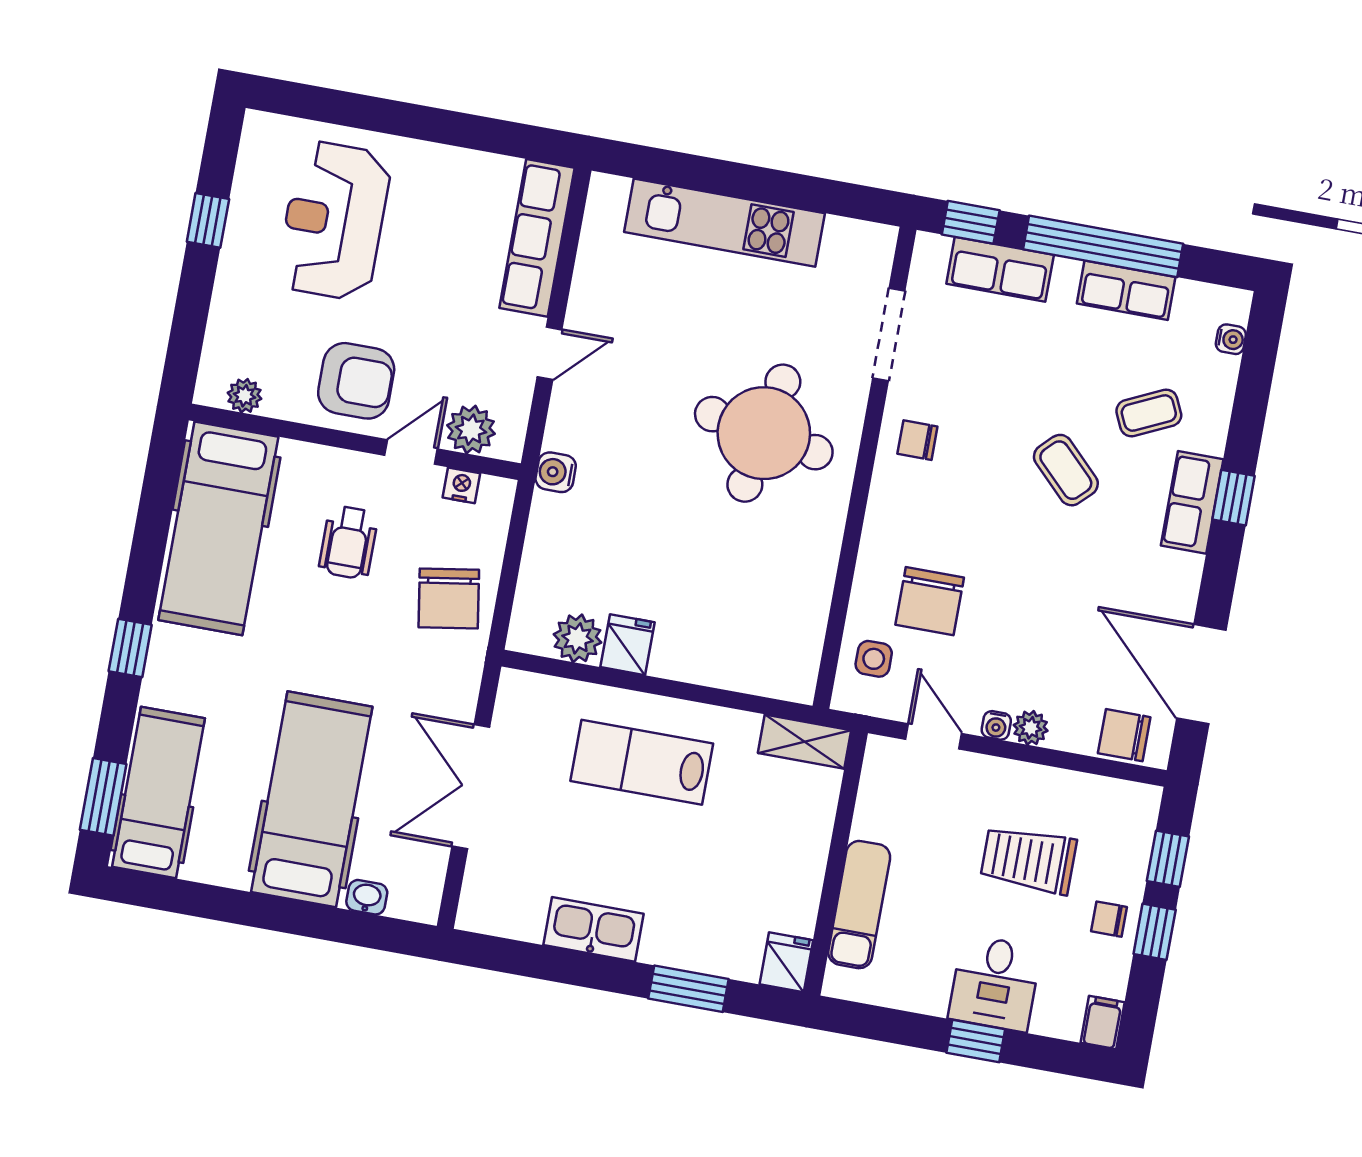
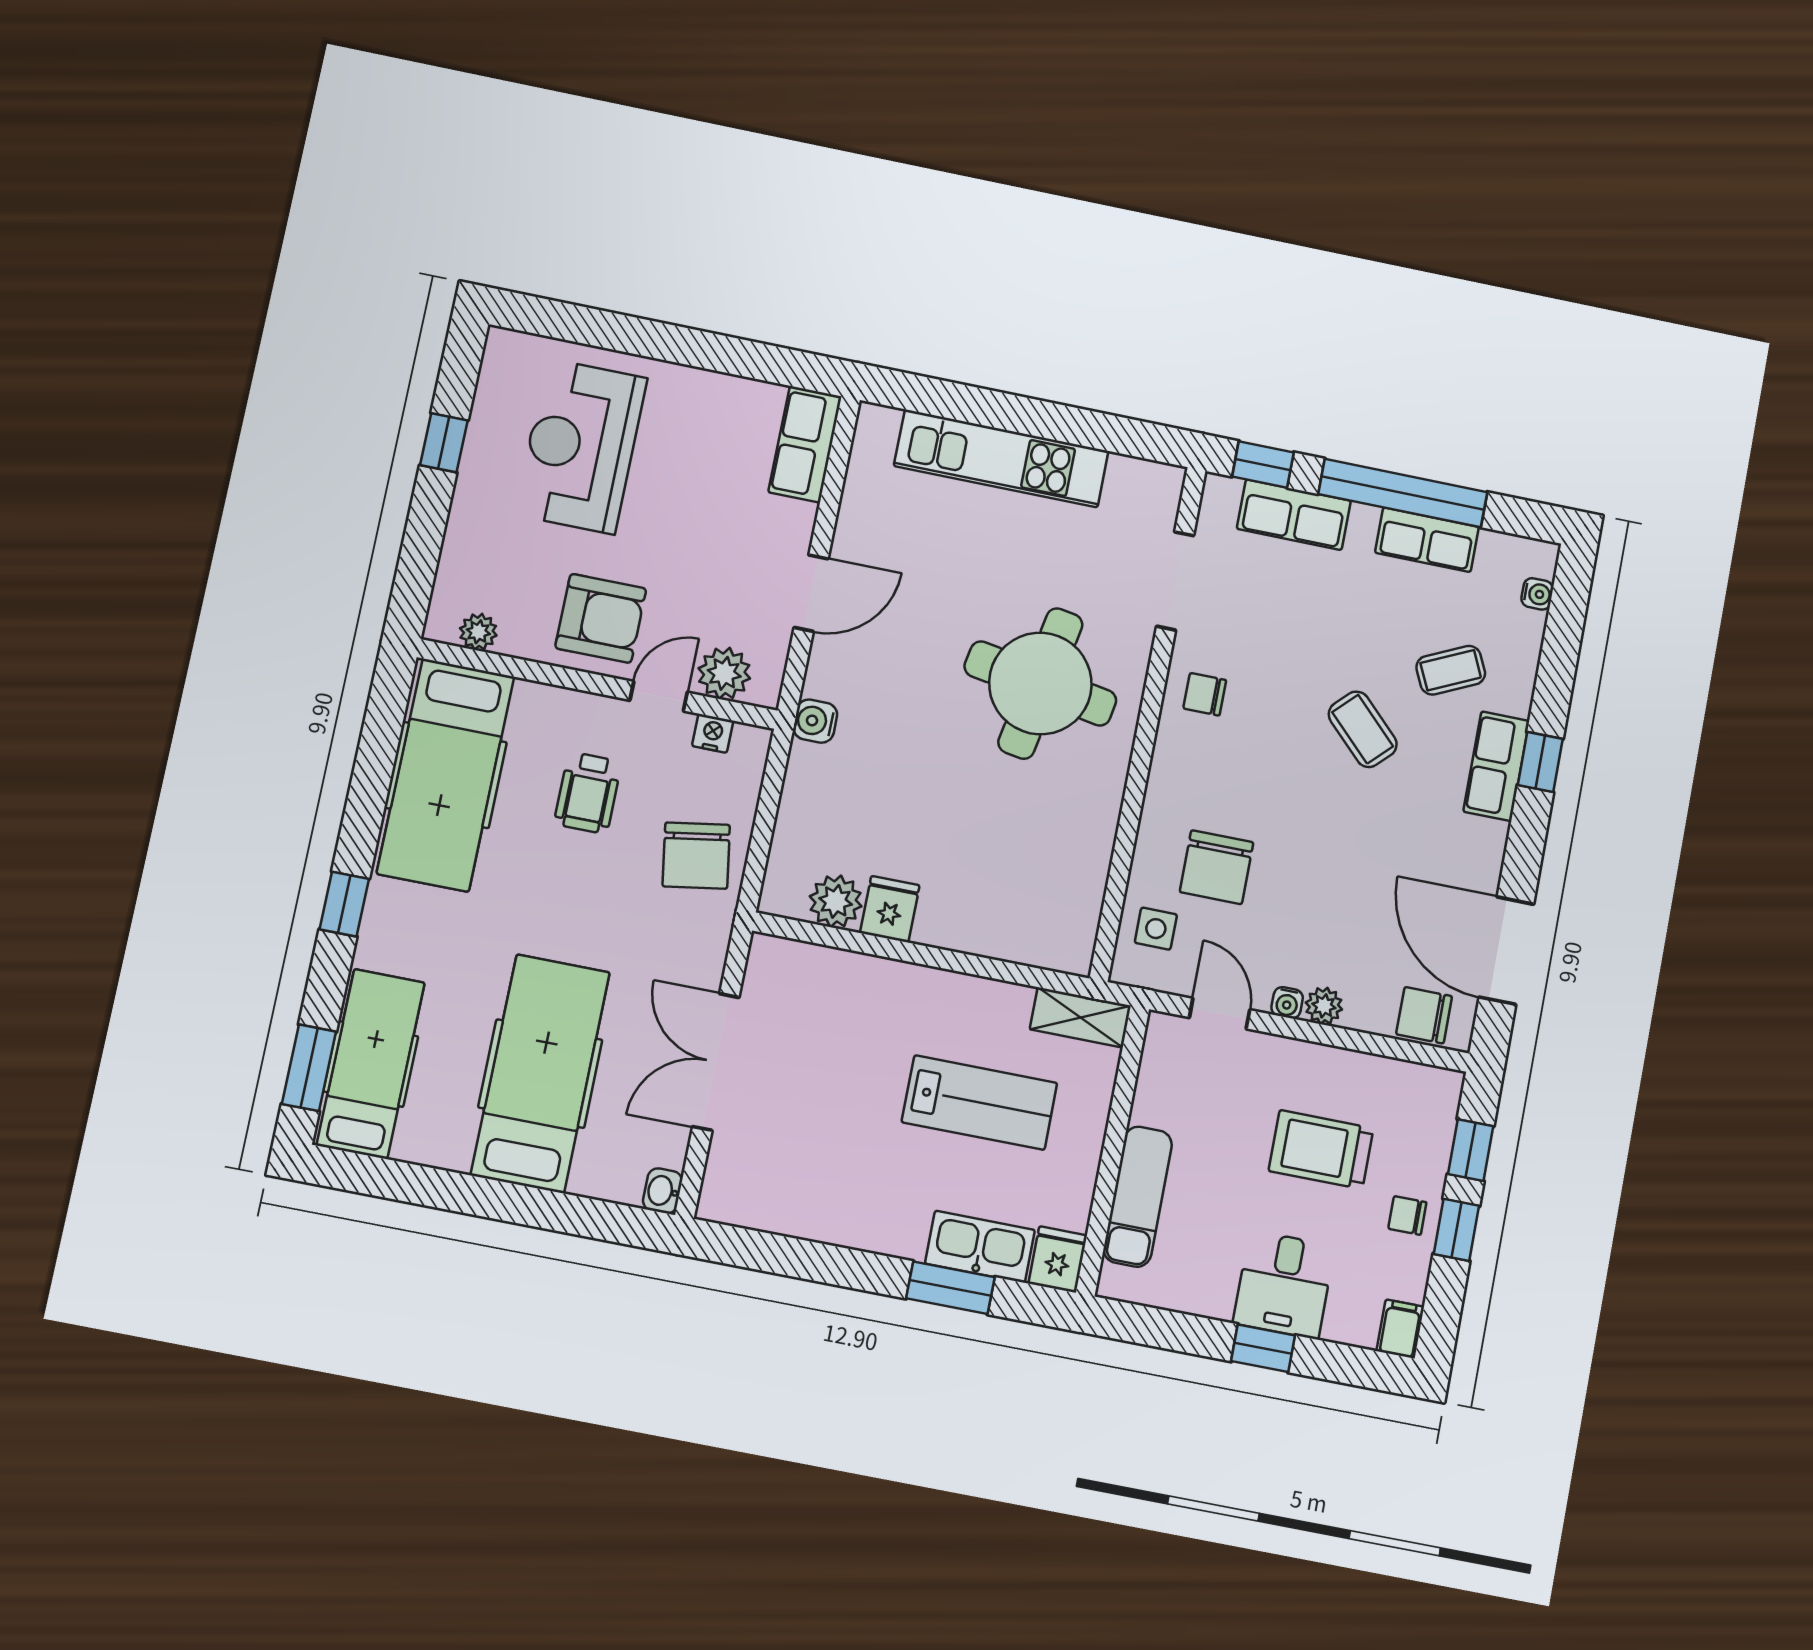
row of seats: (537, 238) -> (805, 444), width x0.68
door: (550, 353) -> (811, 593), width x1.37
lab bench: (642, 762) -> (979, 1103), moved, turned 180
washbasin: (367, 897) -> (663, 1191), moved, turned -90
kitchen sink: (594, 929) -> (980, 1247), moved

